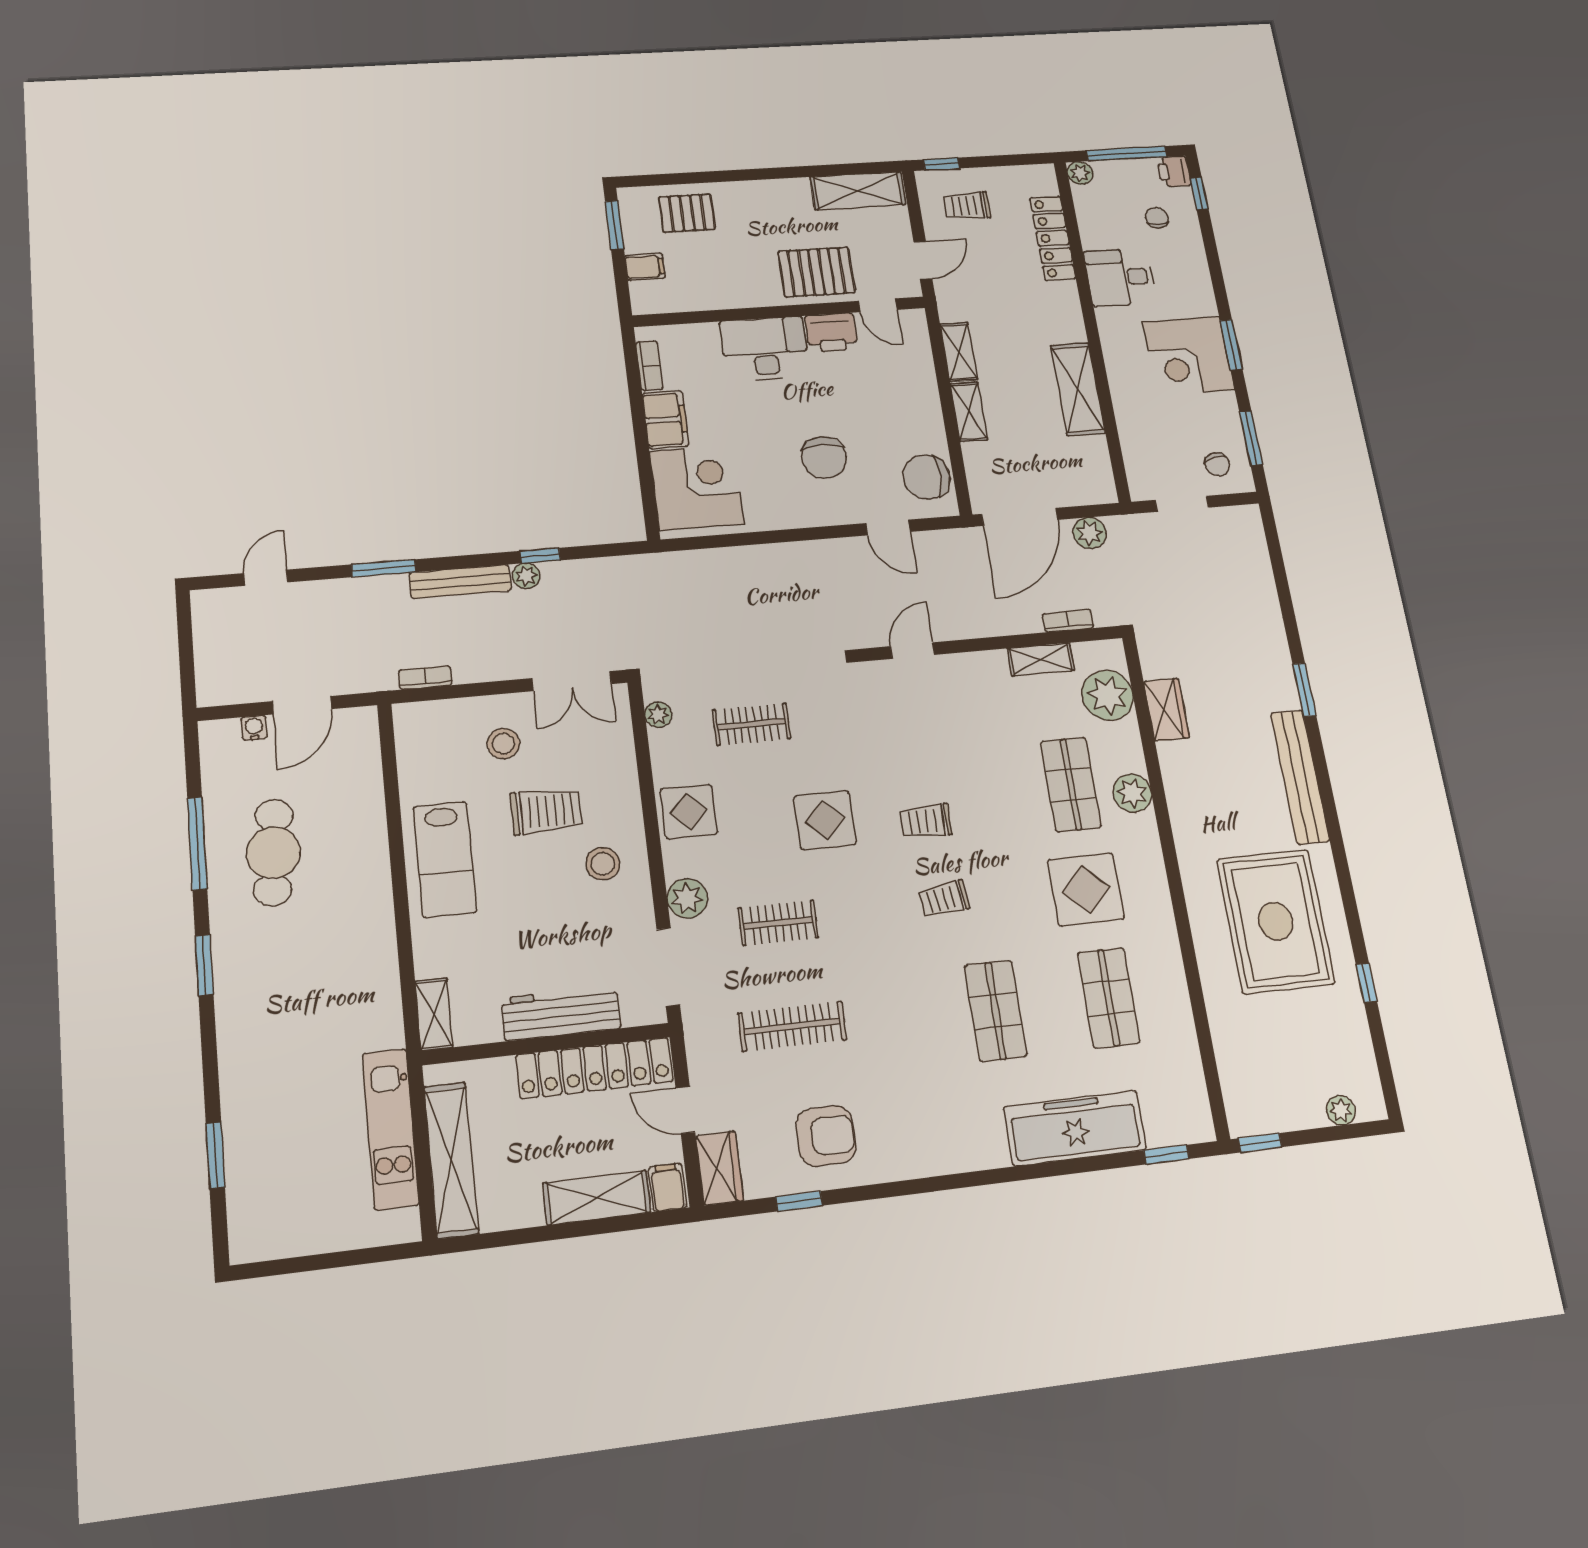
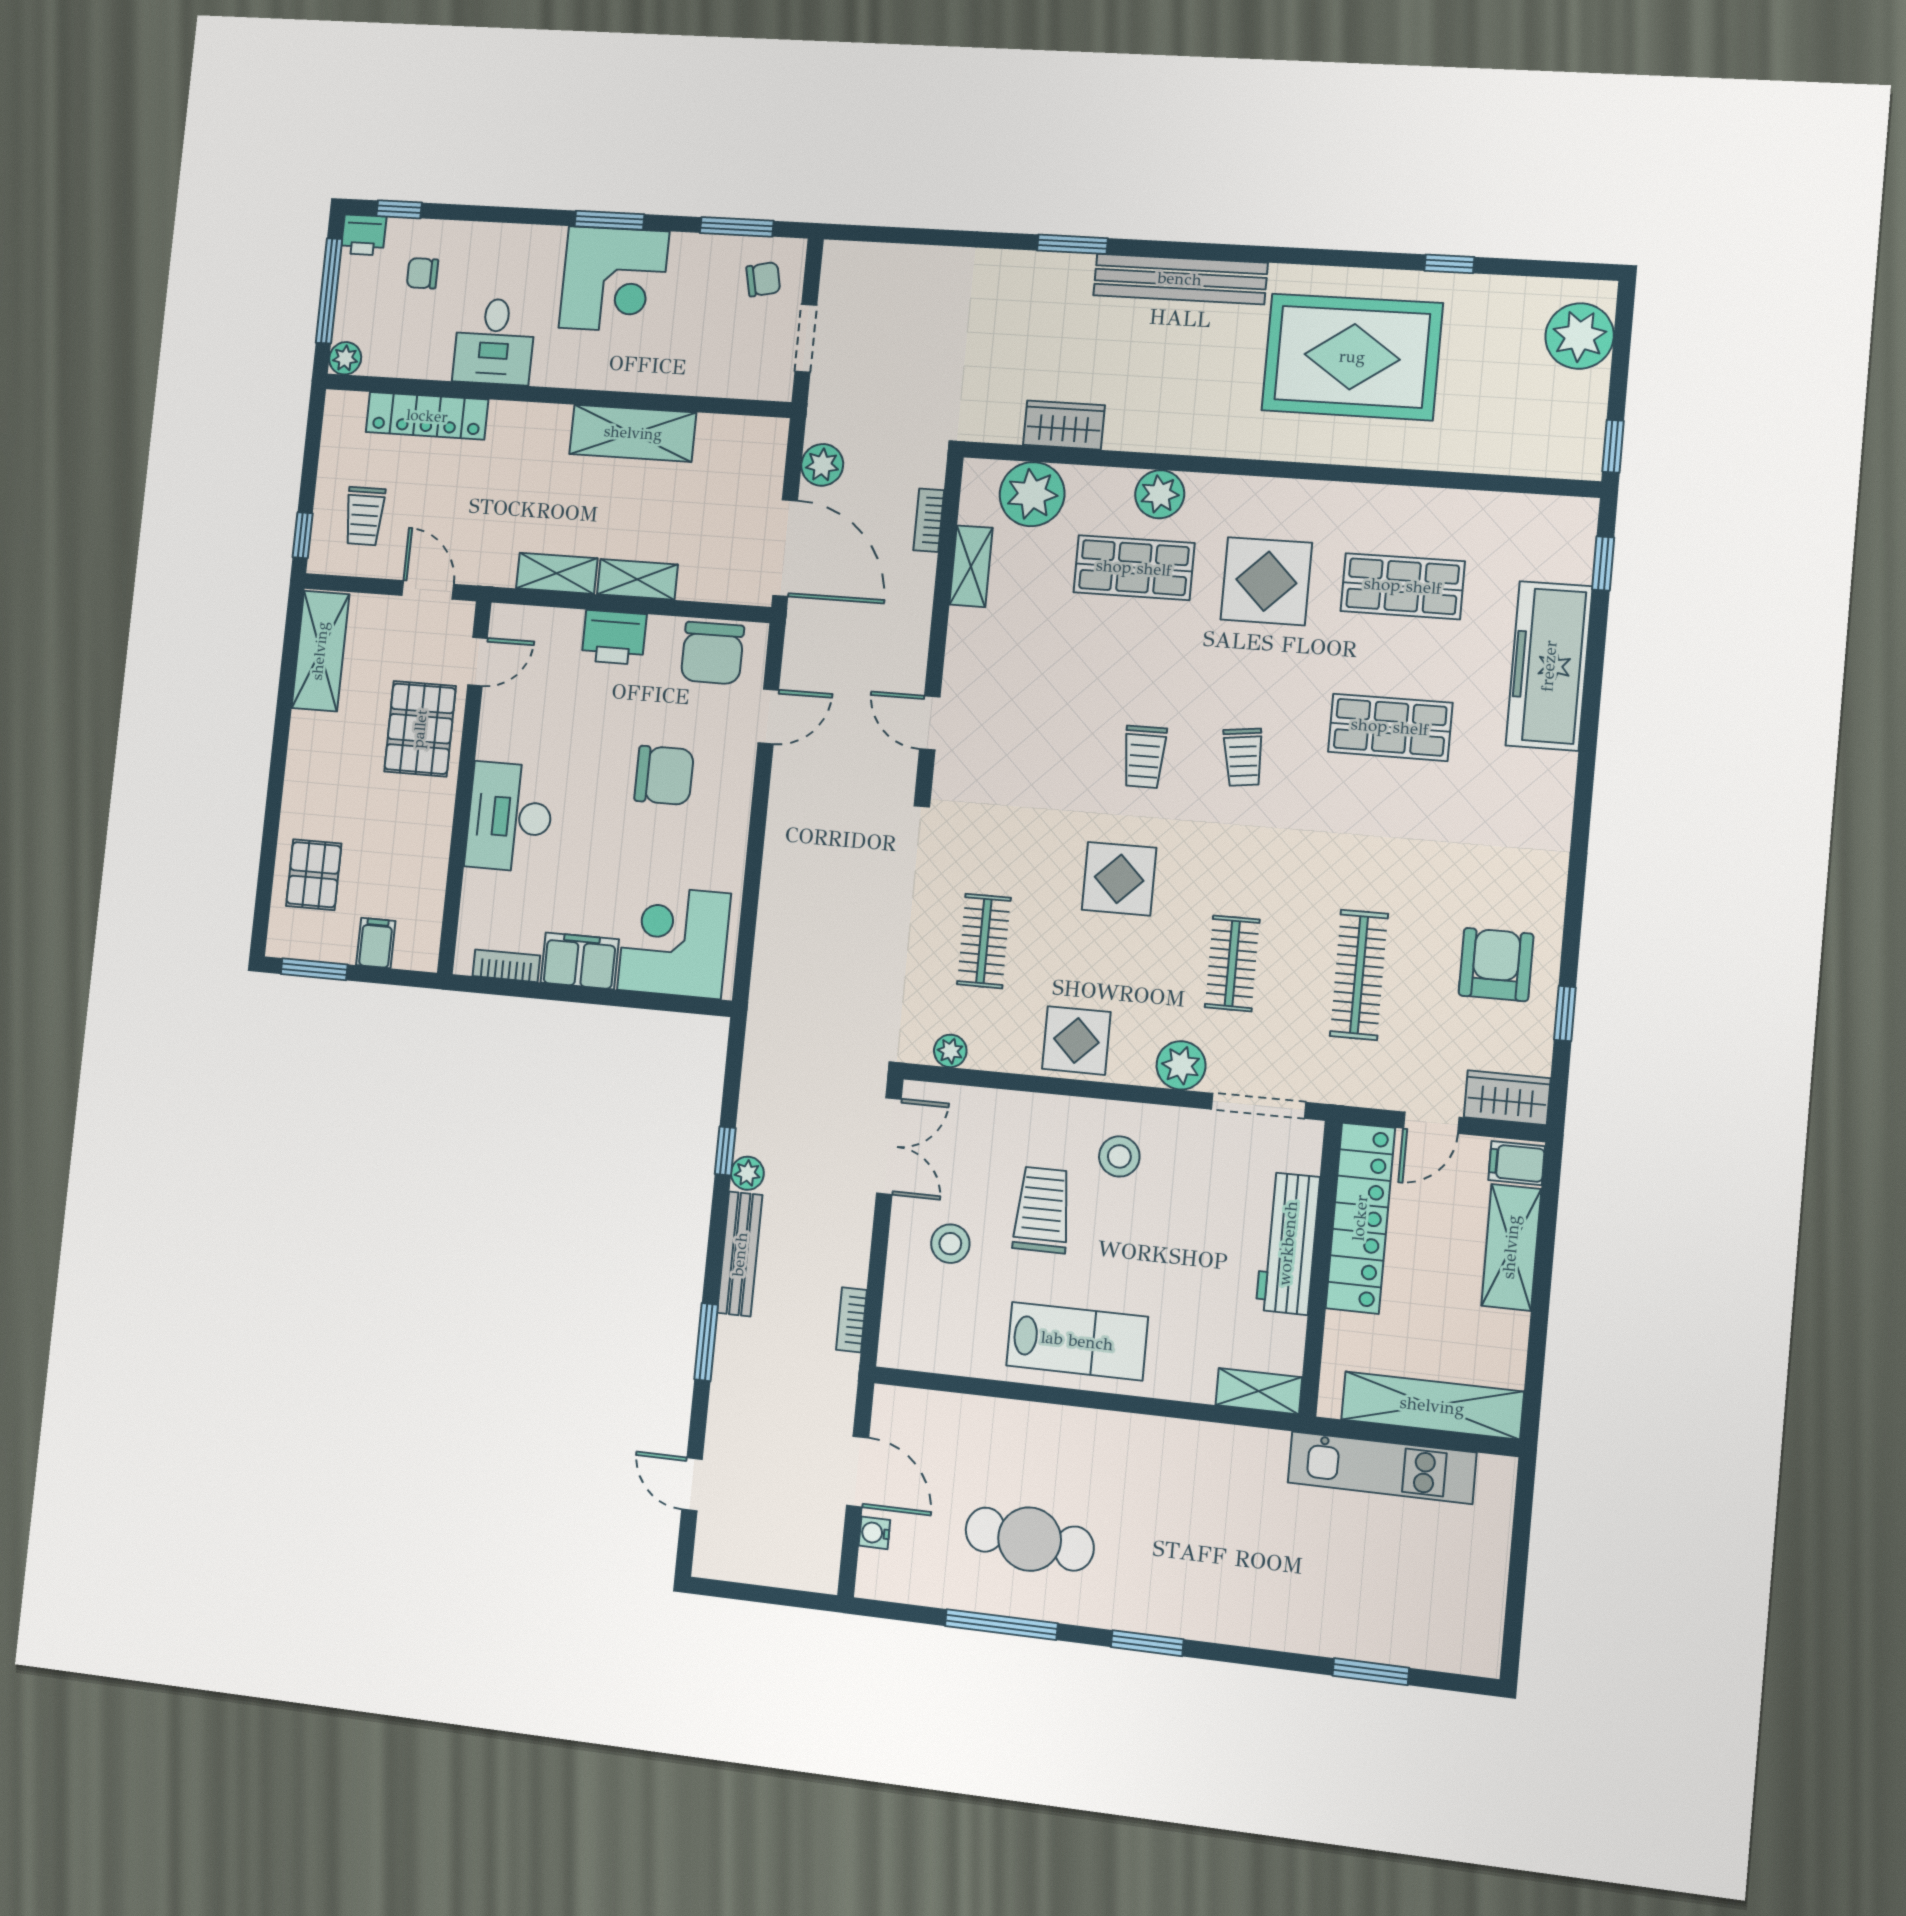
printer: (831, 333) -> (614, 637), moved, turned 90
plant: (1341, 1110) -> (1579, 336), width x1.88, depth x1.88

